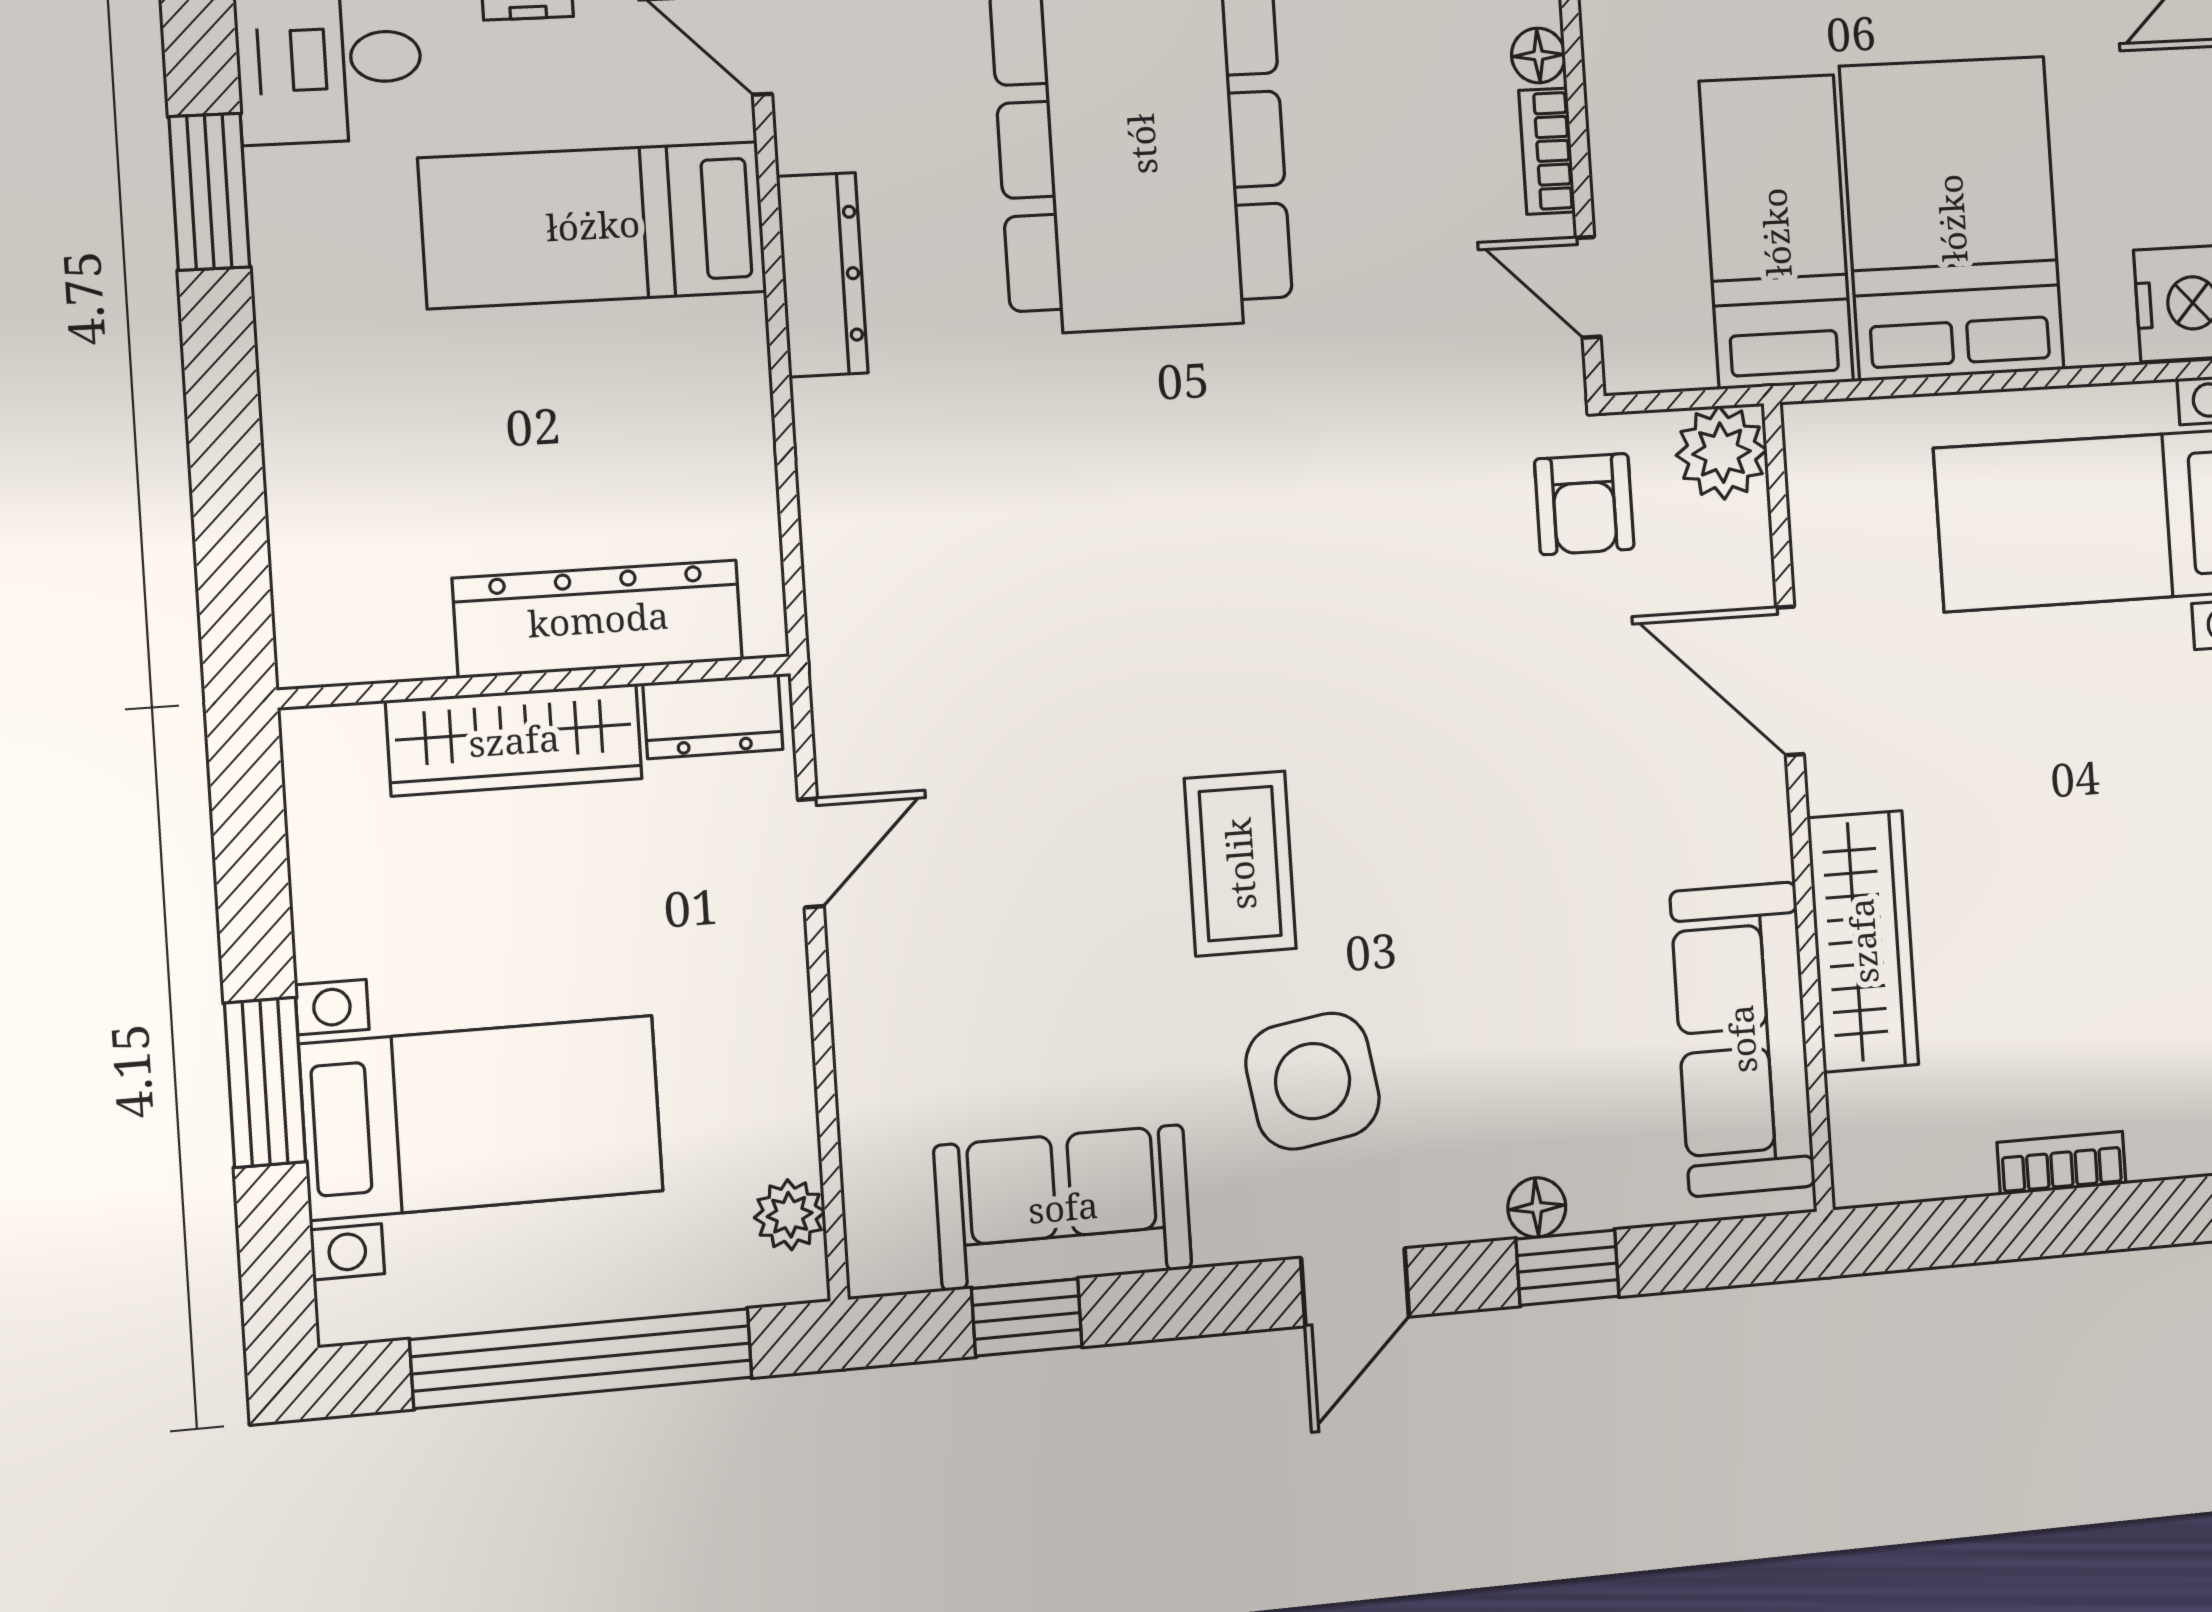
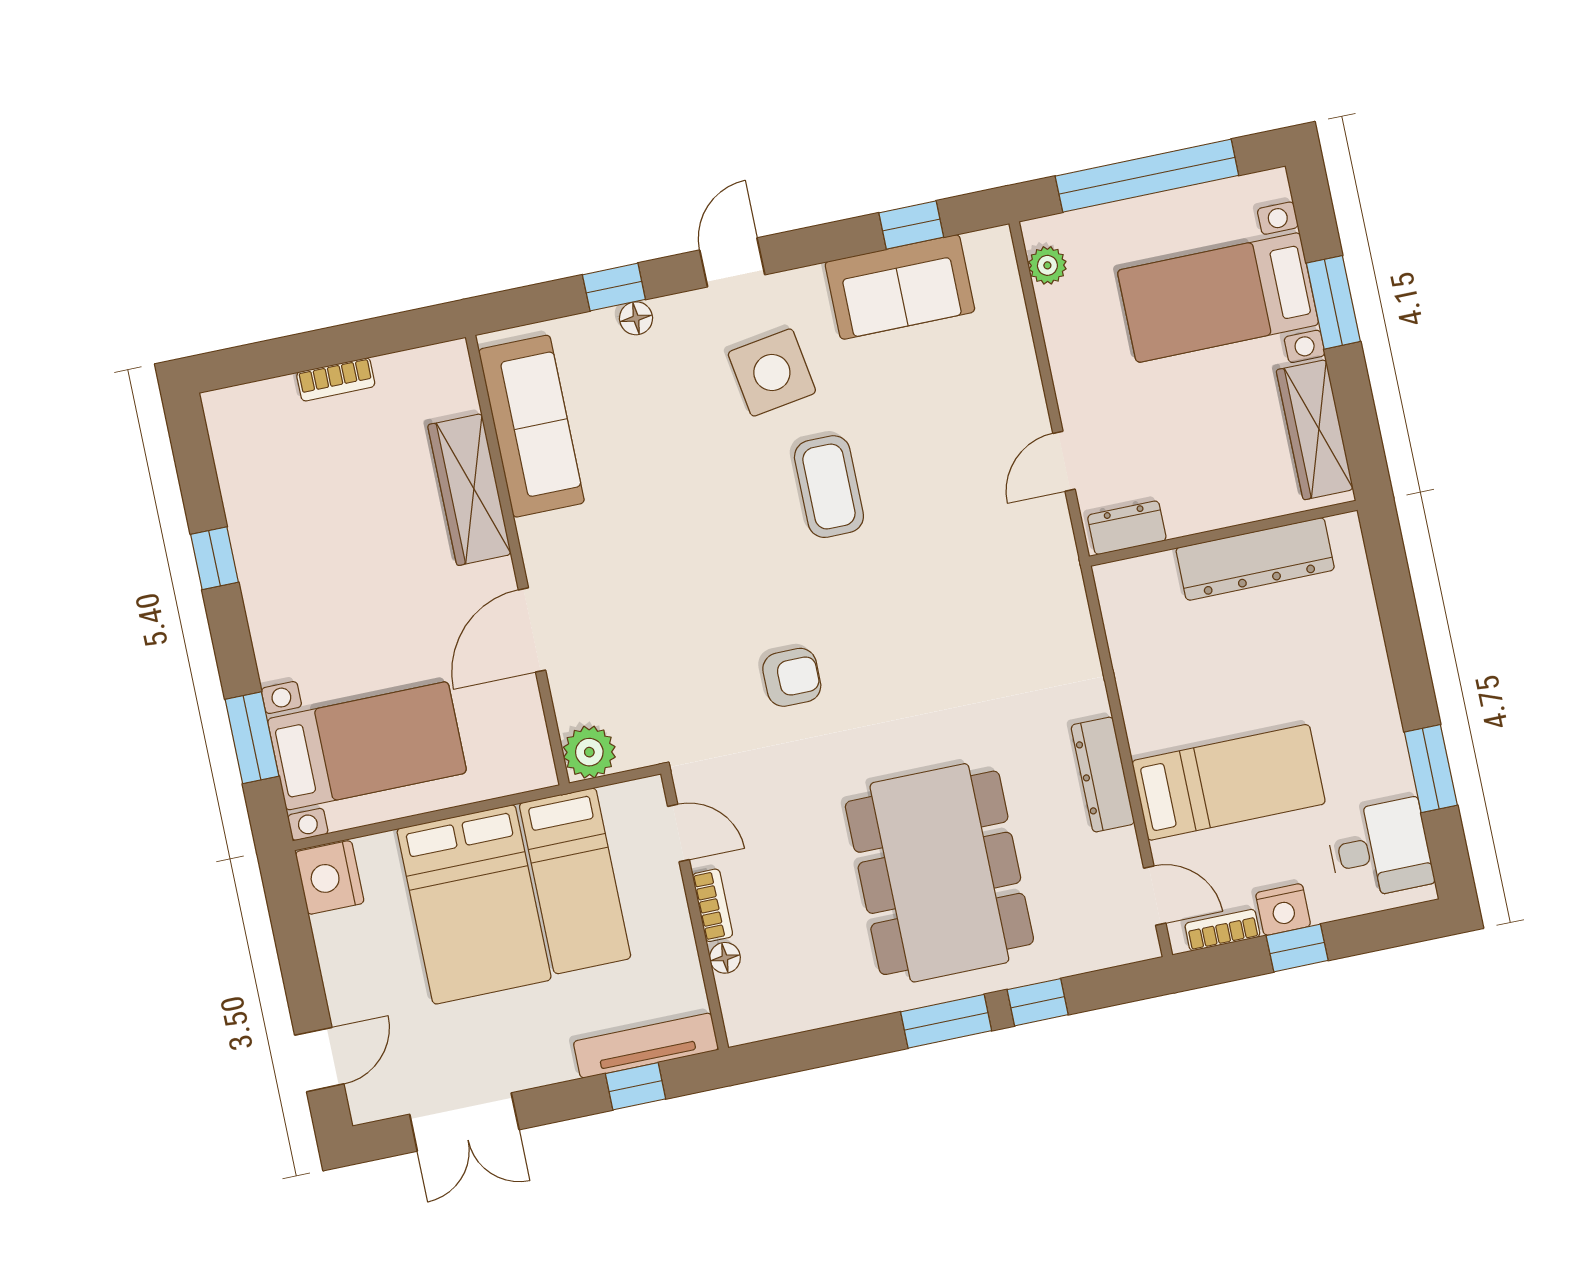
armchair: (1584, 504) -> (792, 677), moved, turned 90
dresser: (598, 619) -> (1255, 559), moved
door: (1790, 681) -> (532, 630), swing flipped
wardrobe: (514, 740) -> (1315, 430), moved, turned -90

